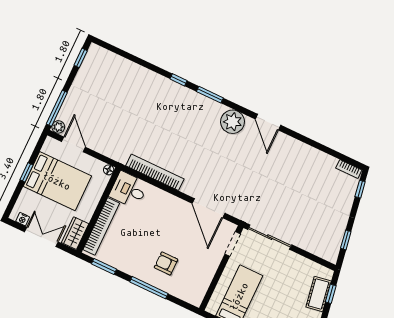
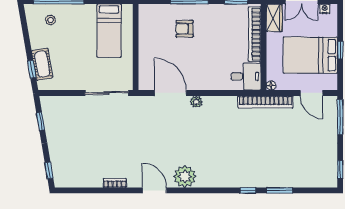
window: (210, 95) -> (280, 190), moved
plant: (58, 127) -> (196, 102), moved
bookcase: (349, 169) -> (115, 183), moved
bookcase: (155, 172) -> (266, 102), moved
doorway: (233, 244) -> (136, 72), removed
armchair: (166, 263) -> (184, 29), turned 180

